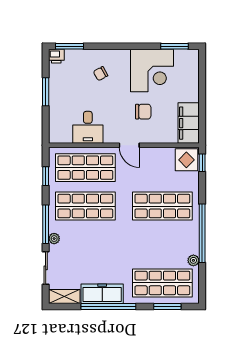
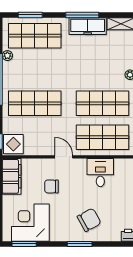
window: (70, 46) -> (80, 244), moved
corner desk: (152, 71) -> (30, 223), moved
chair: (101, 74) -> (89, 220), width x1.87, depth x1.87
window: (108, 306) -> (82, 15), width x0.68

